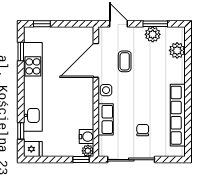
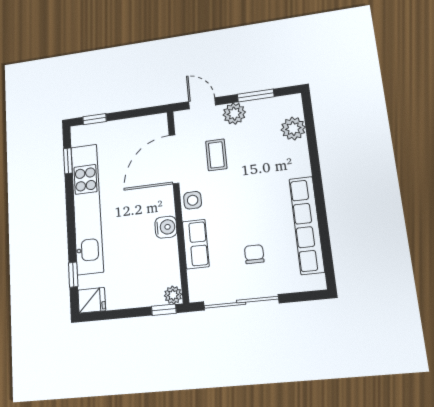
plant: (153, 34) -> (234, 114), moved
water cooler: (87, 137) -> (166, 227), moved

